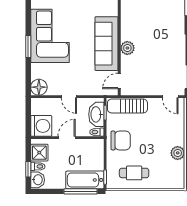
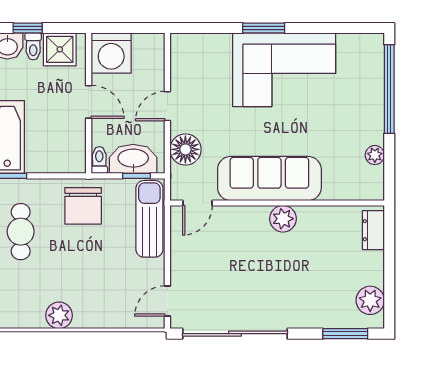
plant: (127, 48) -> (283, 219), moved
door: (119, 81) -> (197, 203), swing flipped
floor lamp: (39, 87) -> (185, 149), moved

